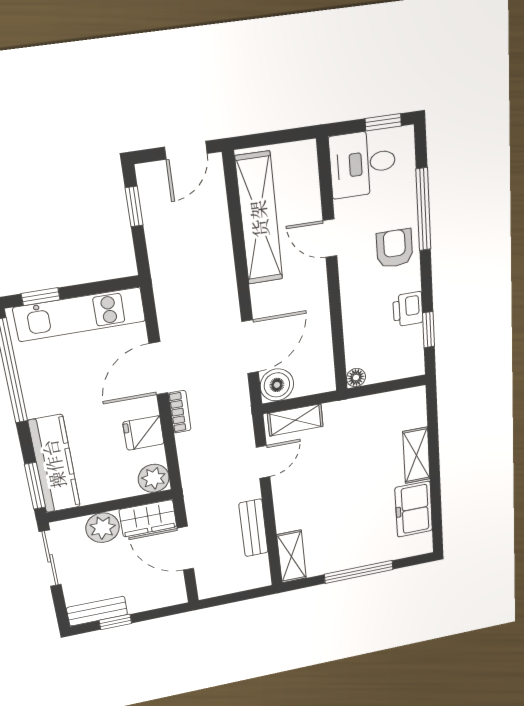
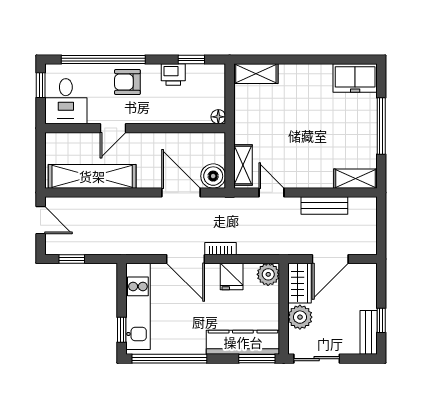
window: (423, 210) -> (103, 60), width x1.46
shelving: (416, 455) -> (256, 74), moved
freezer: (414, 509) -> (355, 78), moved

